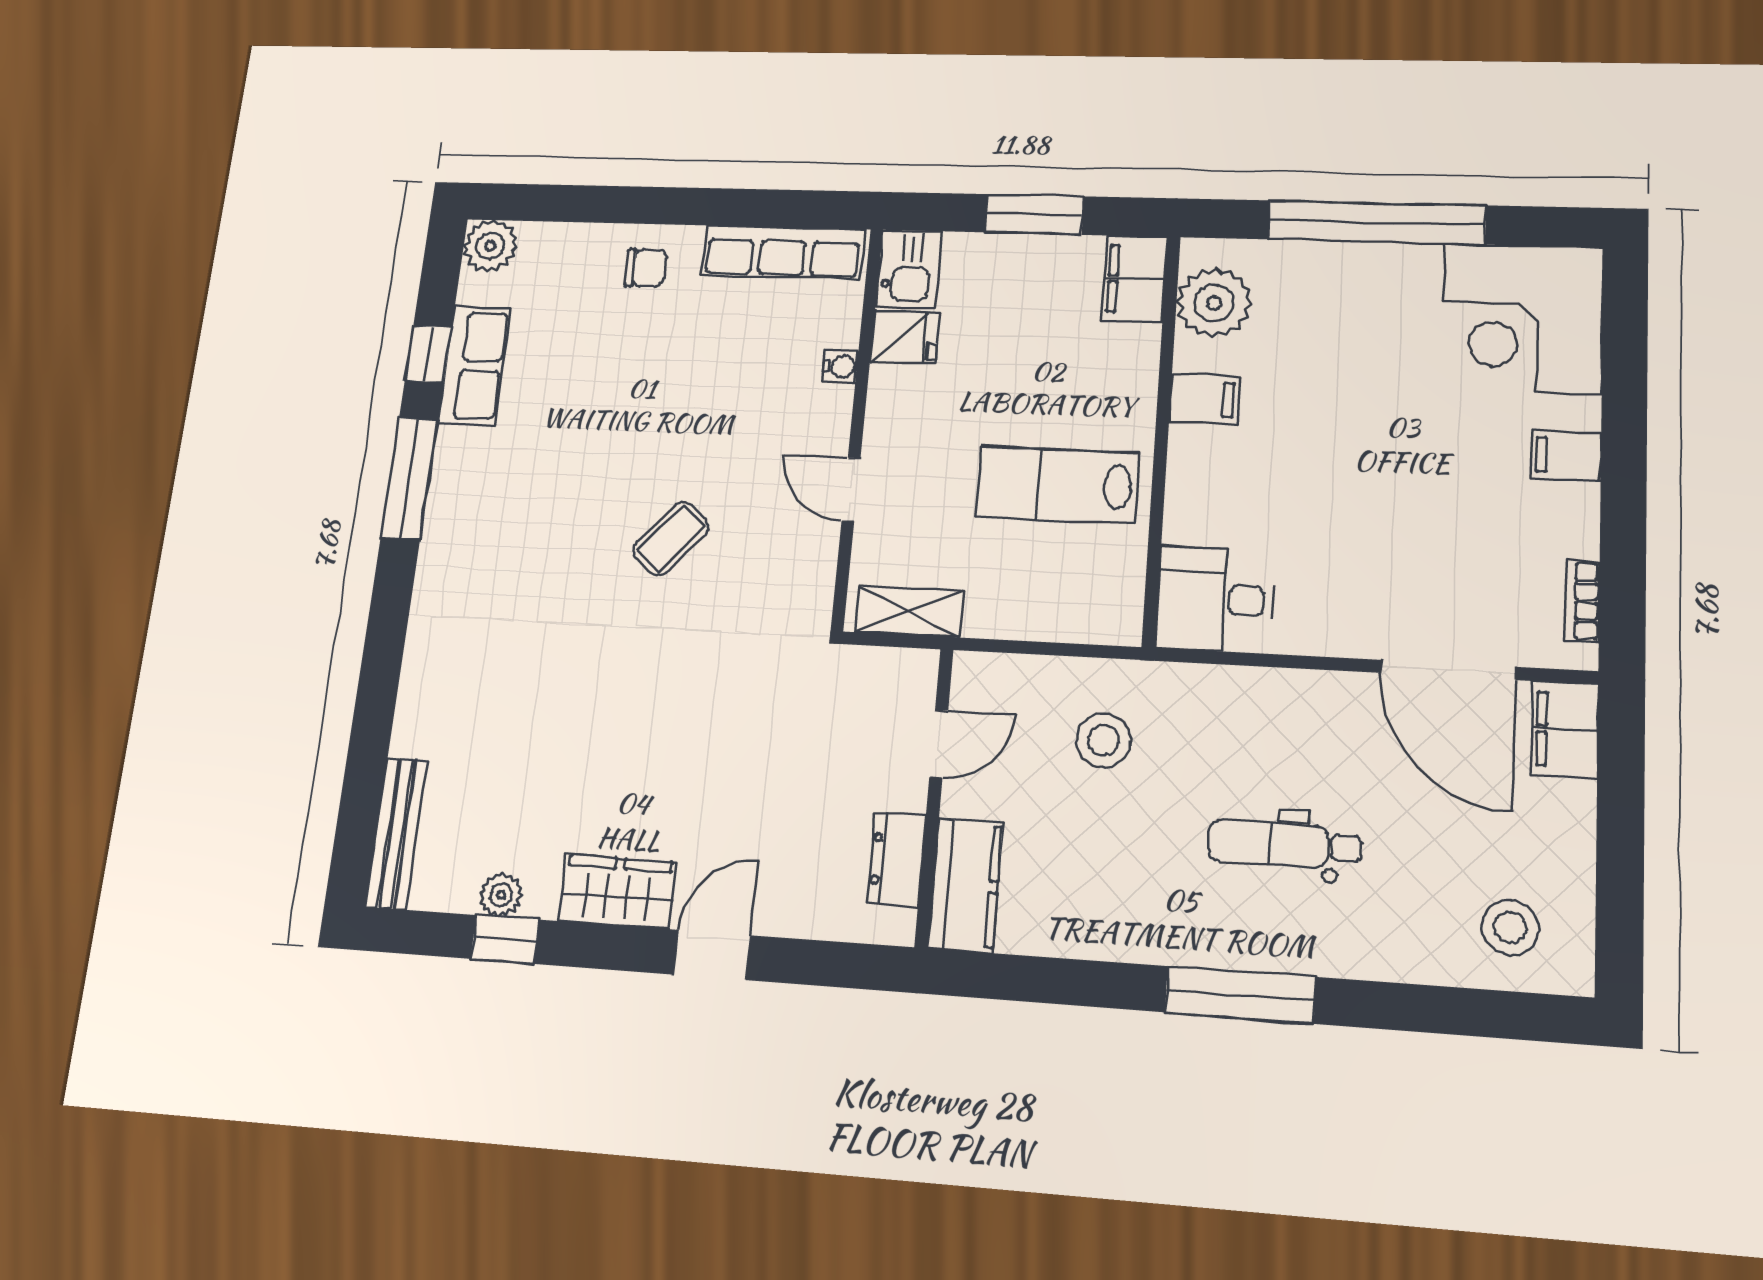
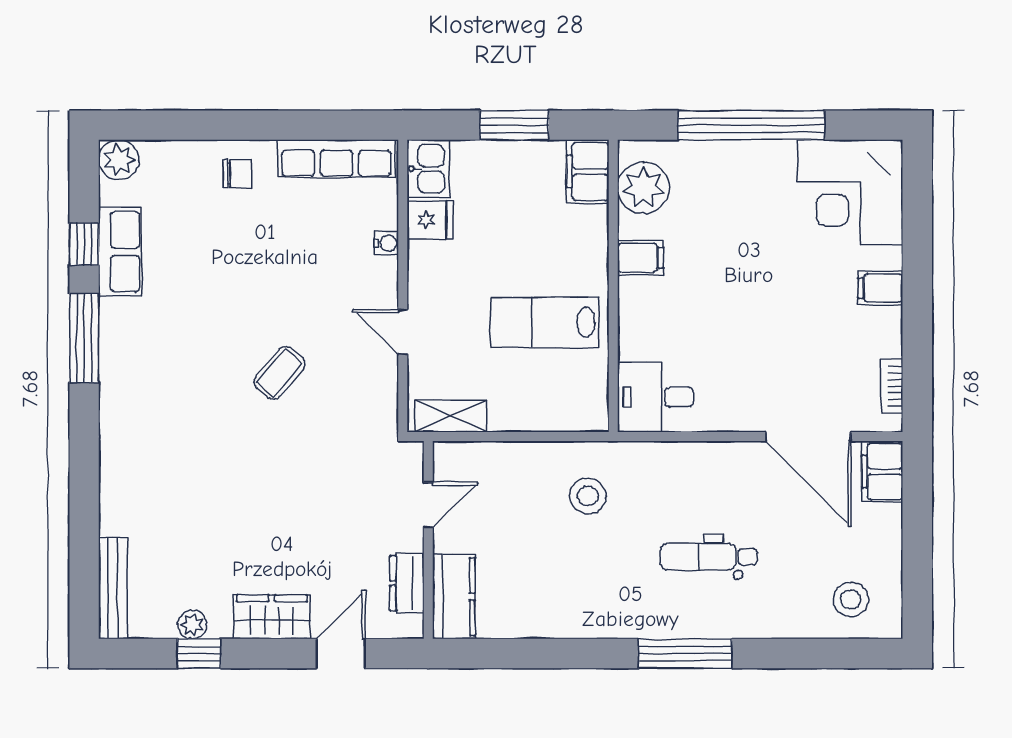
door: (939, 744) -> (428, 505), moved
wall: (934, 796) -> (428, 540), moved
dresser: (896, 860) -> (407, 583), moved
kitchen counter: (965, 885) -> (454, 597), moved

